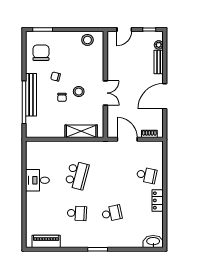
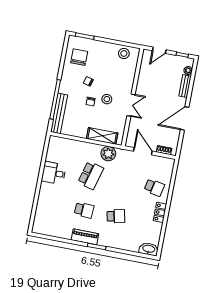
bench: (31, 95) -> (59, 113), moved
plant: (91, 149) -> (108, 154), added
piano: (46, 241) -> (85, 237), moved

